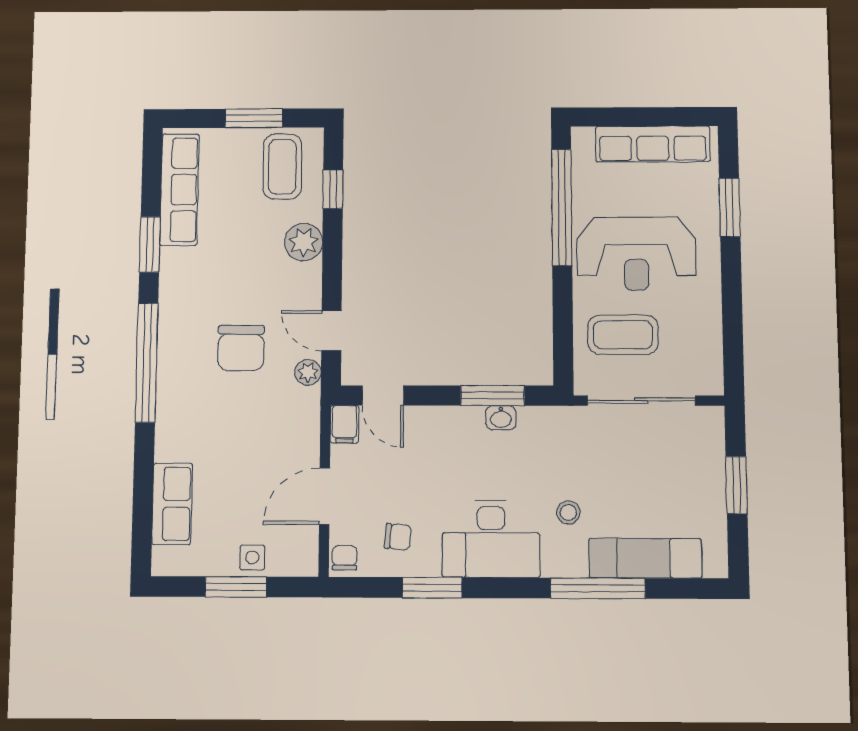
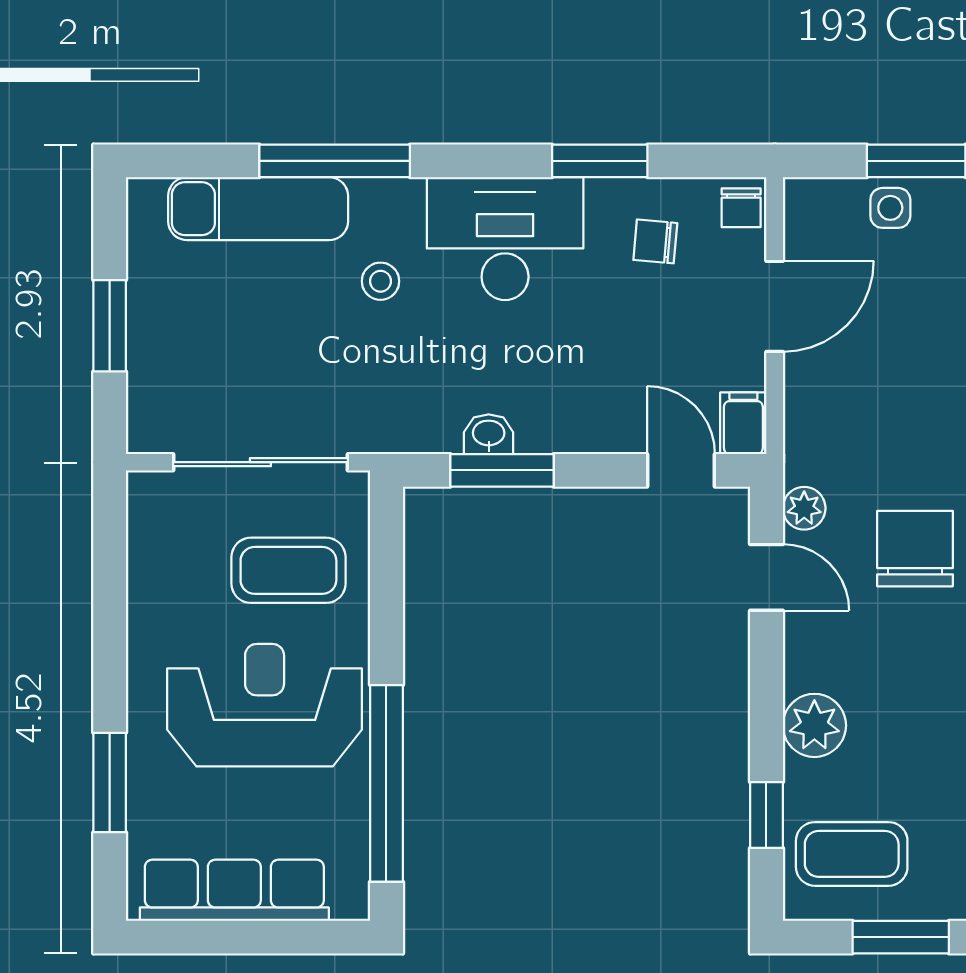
coffee table: (282, 167) -> (852, 854), turned 90

